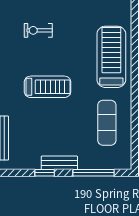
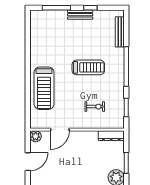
treadmill: (48, 87) -> (88, 67), turned 180
exercise mat: (107, 123) -> (47, 43), removed

